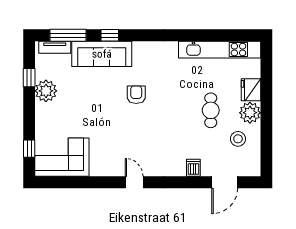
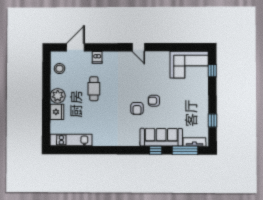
kitchen unit: (220, 50) -> (71, 140), width x0.73
plant: (46, 91) -> (201, 111), removed
armchair: (112, 106) -> (154, 101), added
cafe table: (211, 110) -> (94, 89), moved
stool: (238, 139) -> (59, 69), moved

